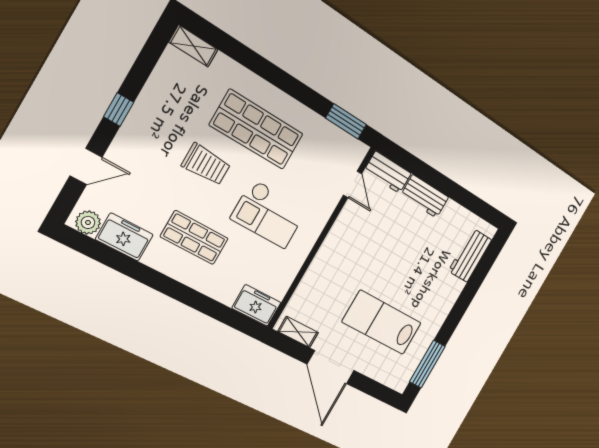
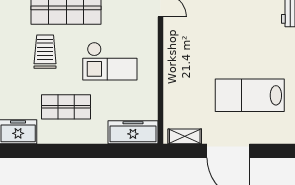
trolley: (206, 164) -> (45, 52), turned -90
freezer: (256, 305) -> (133, 132), width x1.40

